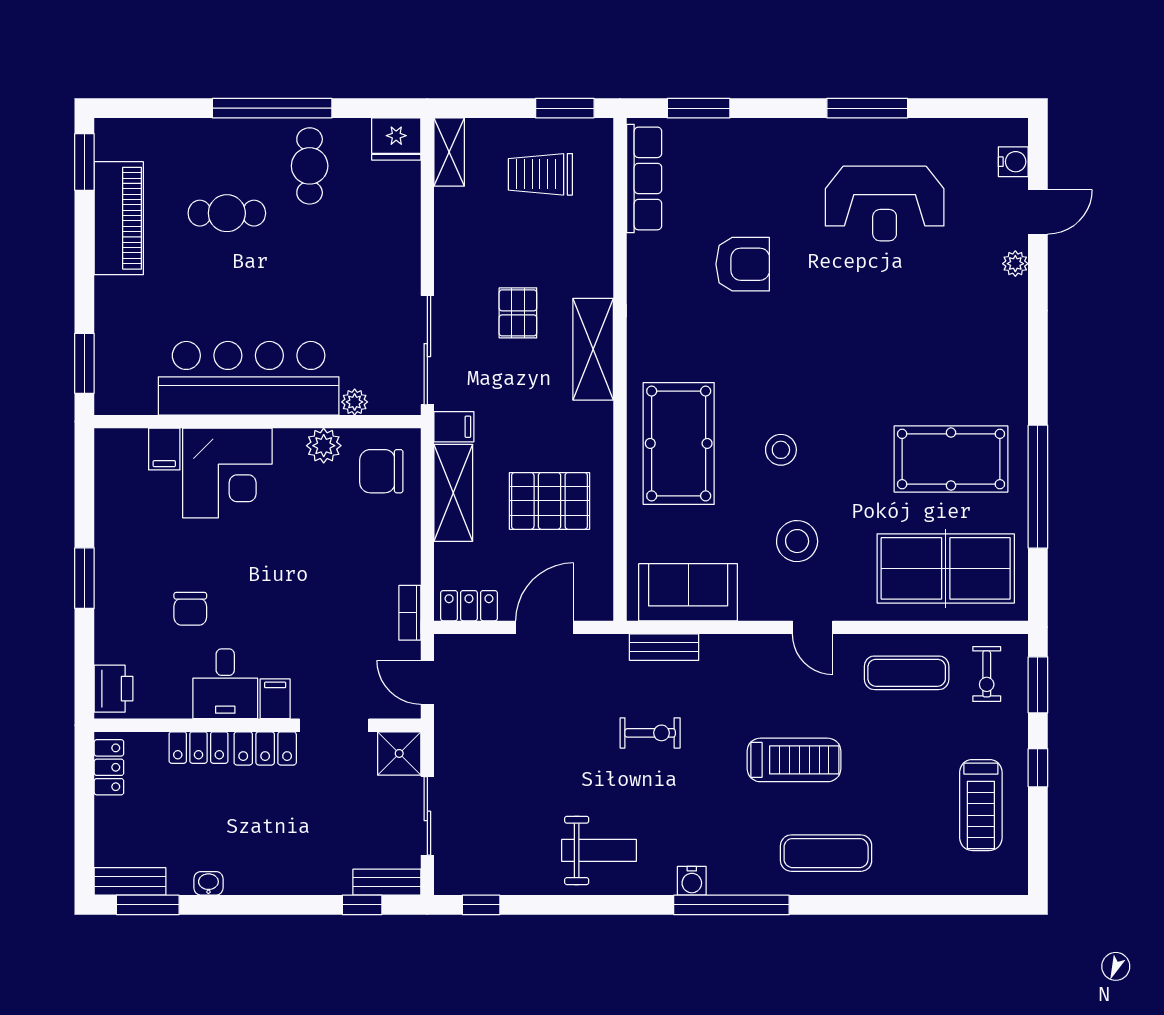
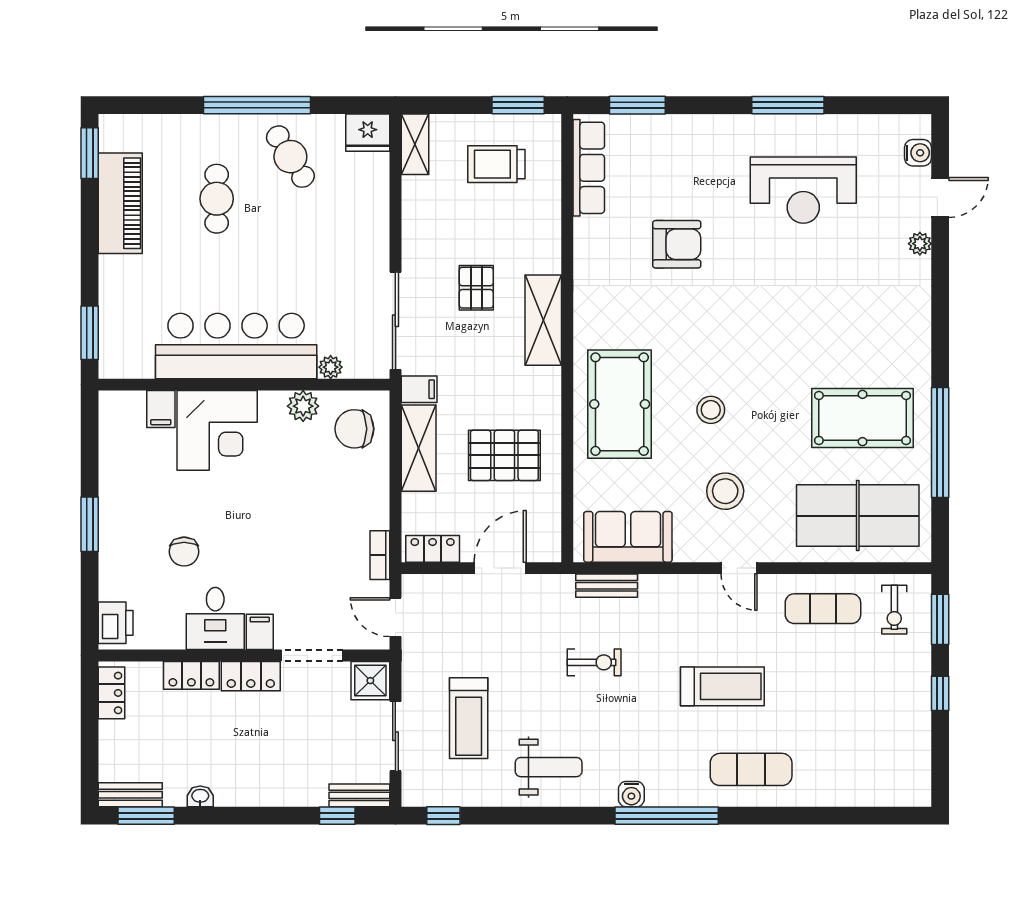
cafe table: (310, 166) -> (290, 157), turned -32
cafe table: (227, 213) -> (217, 199), turned 90
treadmill: (981, 805) -> (469, 718), moved

